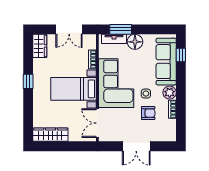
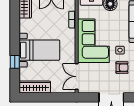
window: (28, 81) -> (15, 62), moved
bed with nightstands: (74, 89) -> (39, 50), moved, turned 180

